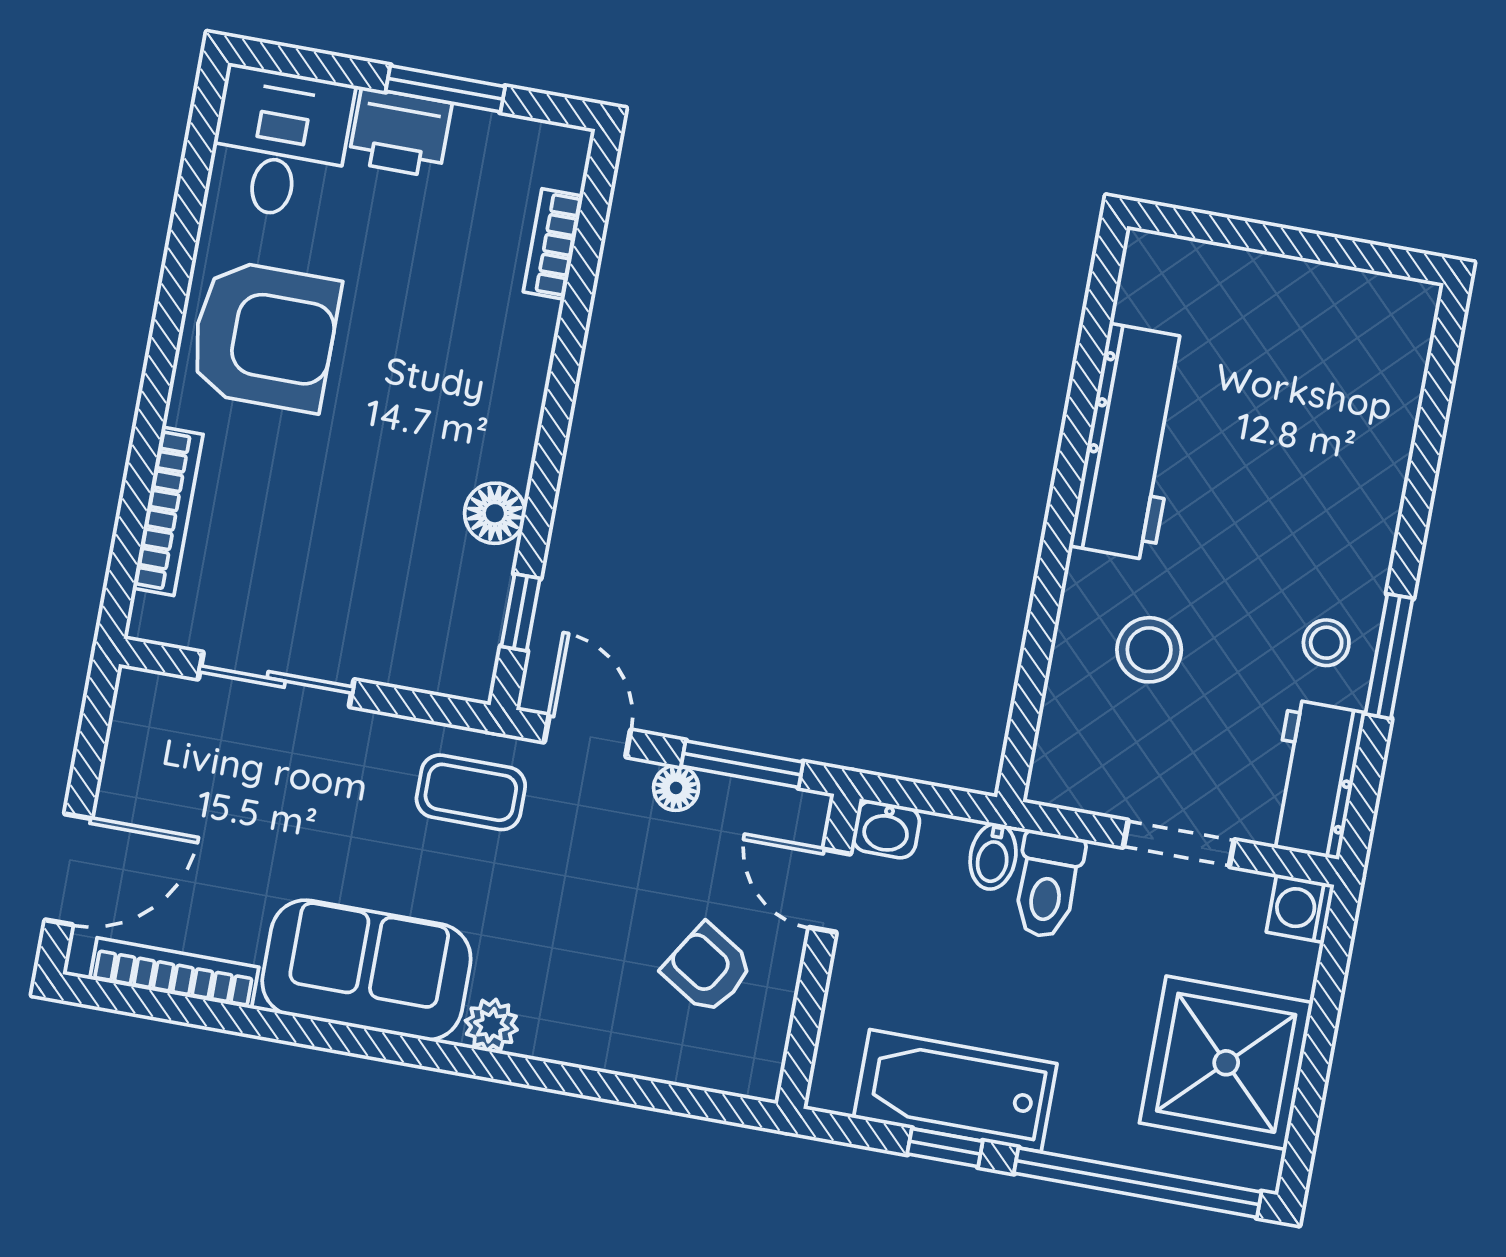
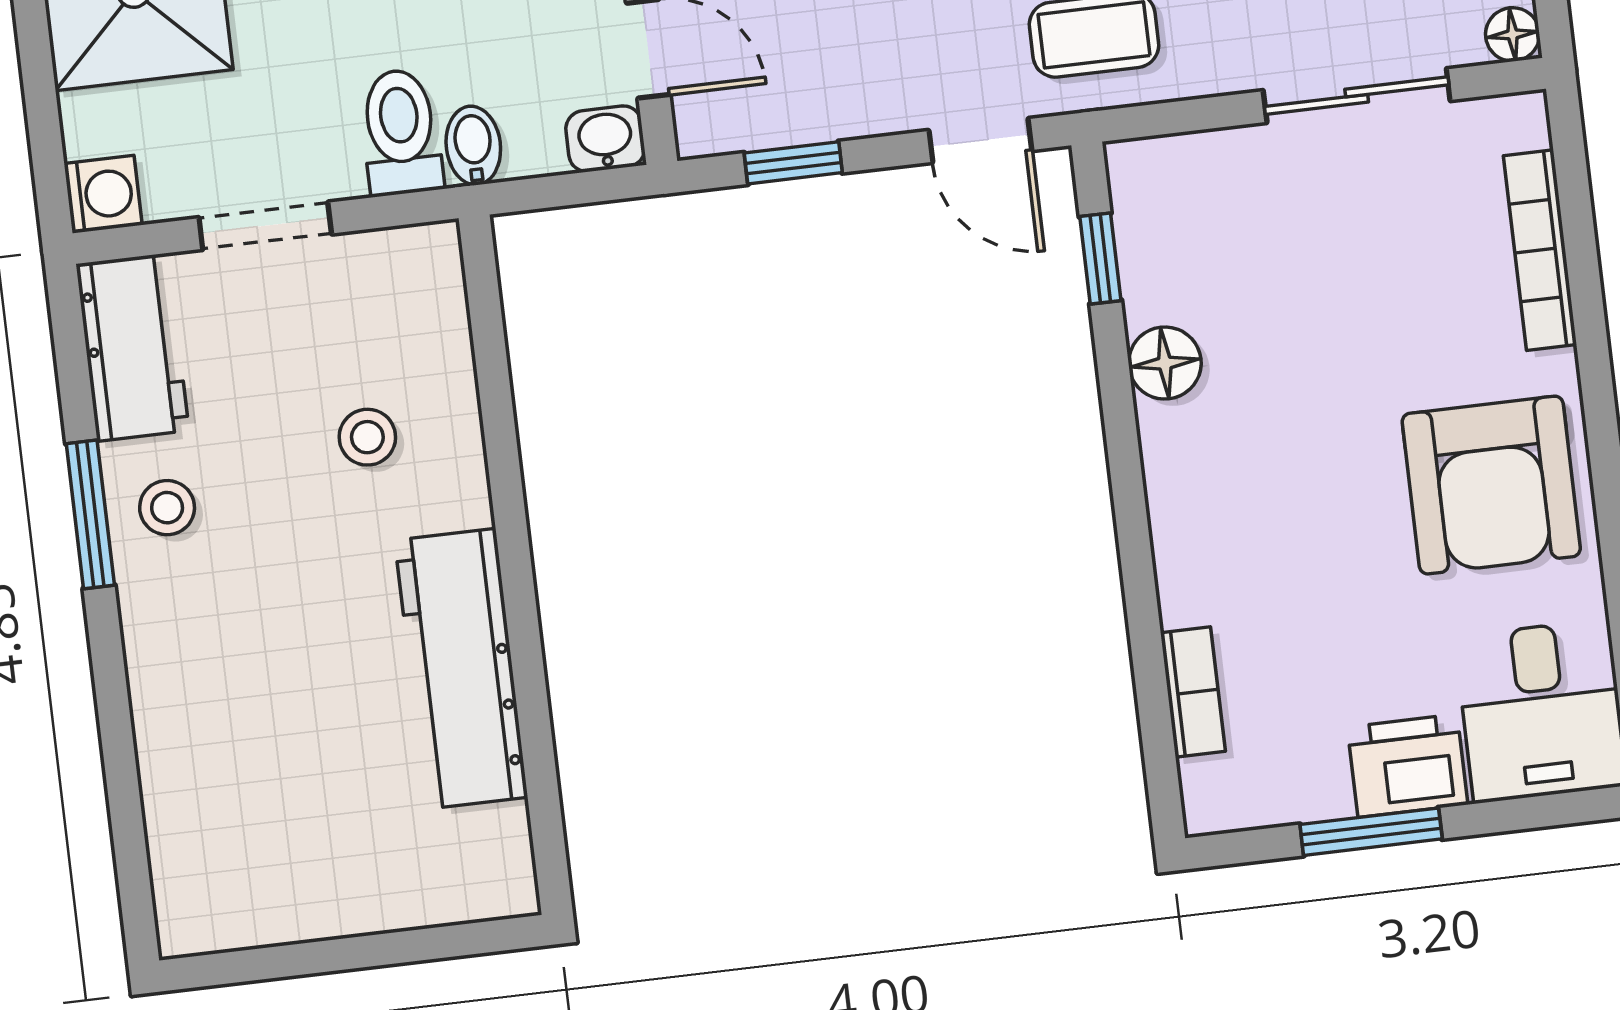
armchair: (264, 336) -> (1491, 485), turned -90
stool: (1149, 650) -> (367, 437), width x0.73, depth x0.73
window: (742, 764) -> (793, 163), width x0.67
floor lamp: (676, 788) -> (1513, 34), moved

